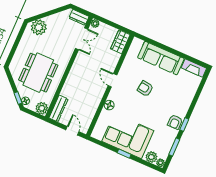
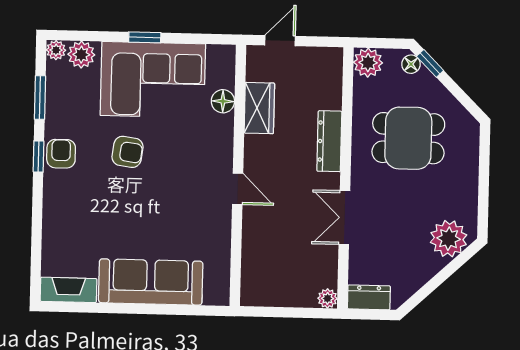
double door: (82, 39) -> (344, 218), moved
wardrobe: (120, 42) -> (259, 108), moved
dining table: (38, 73) -> (408, 138), width x0.73
armchair: (145, 89) -> (127, 152), moved
floor lamp: (109, 105) -> (223, 101), moved
dresser: (59, 108) -> (329, 141), moved
door: (72, 131) -> (280, 41), swing flipped

